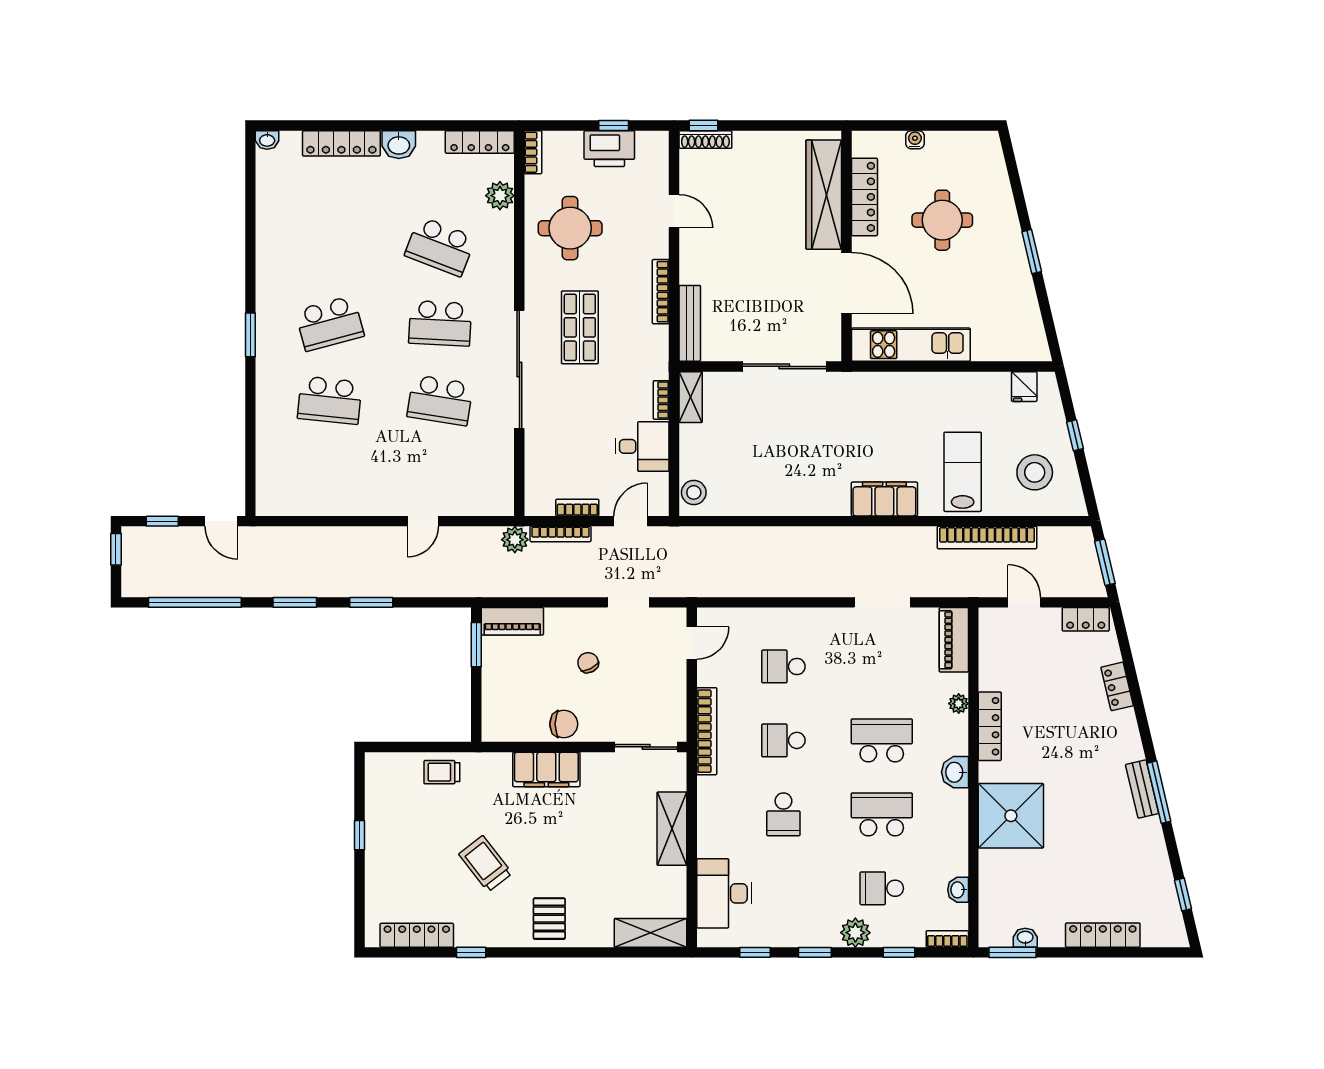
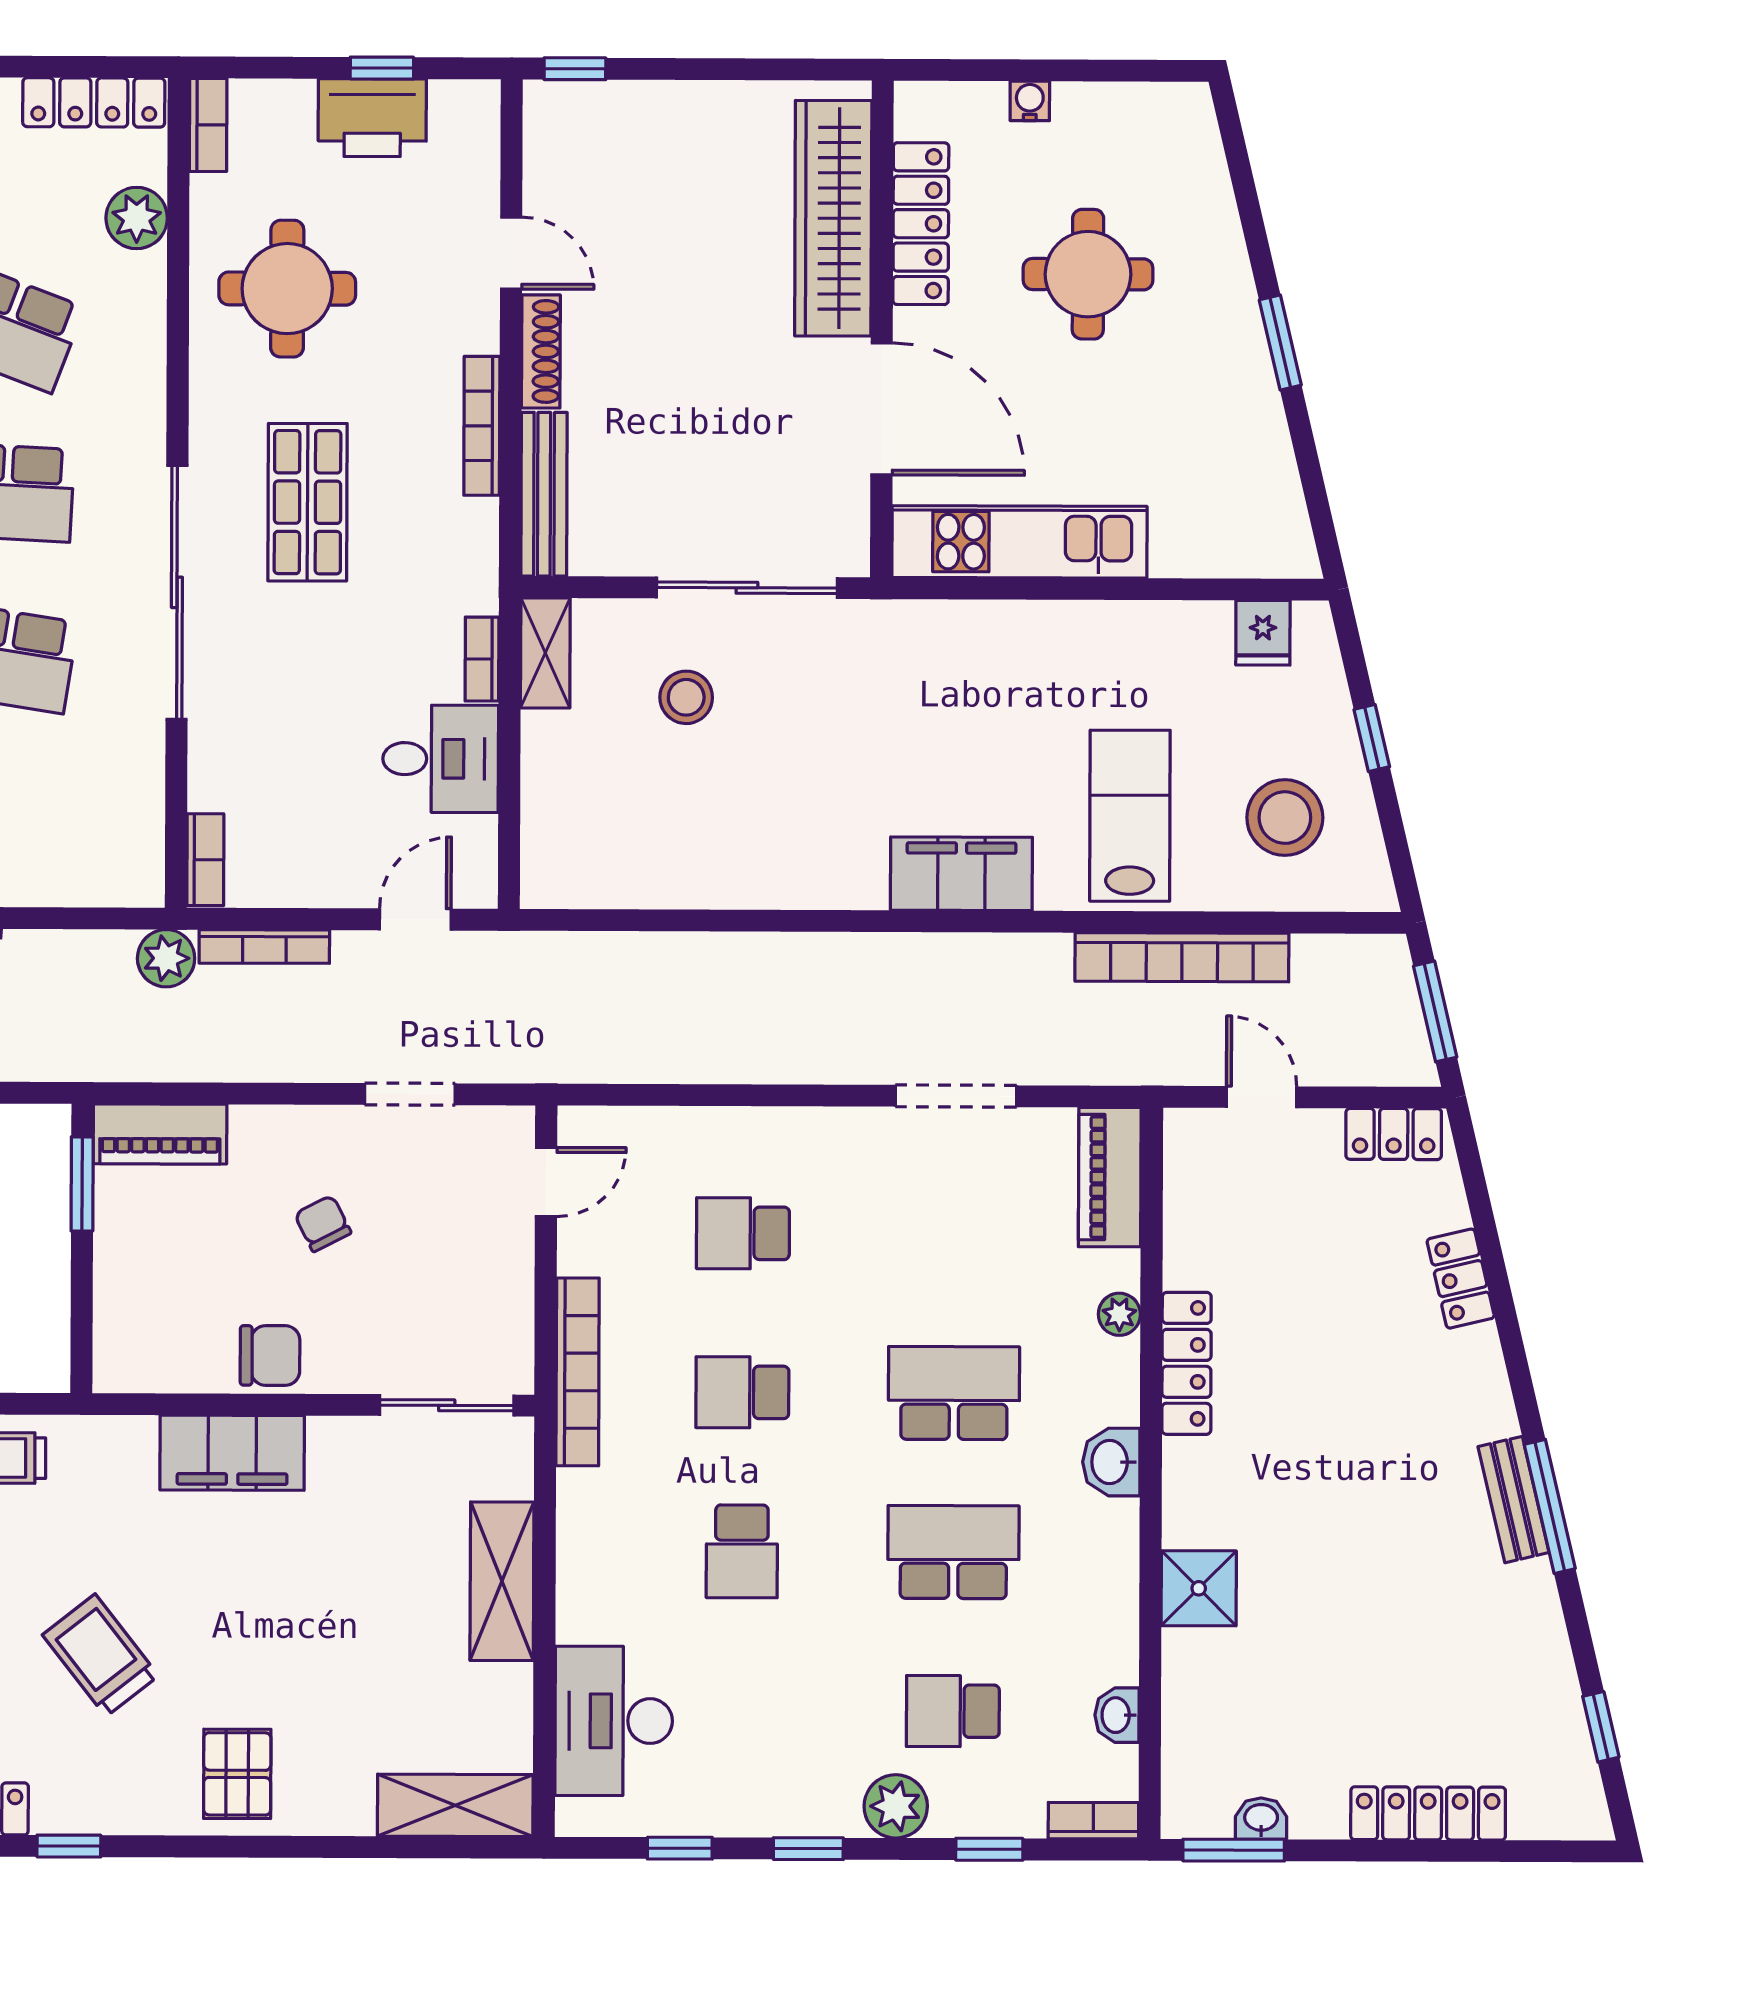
shoe rack: (705, 139) -> (541, 351), moved, turned -90
stool: (694, 492) -> (686, 697), moved
bookcase: (577, 508) -> (205, 860), moved, turned 90
shower: (1011, 816) -> (1199, 1588), width x0.54, depth x0.54

